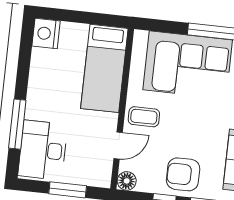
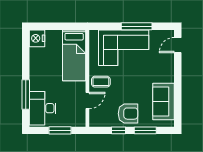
armchair: (183, 174) -> (128, 114), turned 180
floor lamp: (127, 181) -> (95, 121), removed

